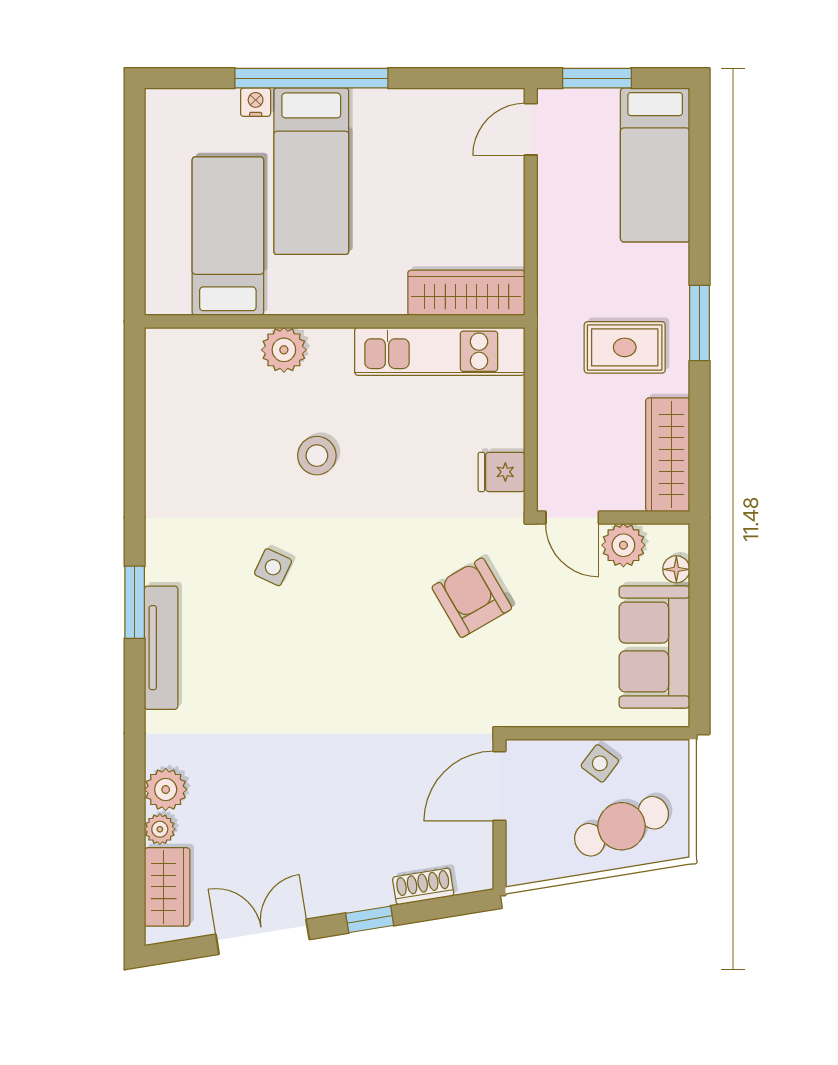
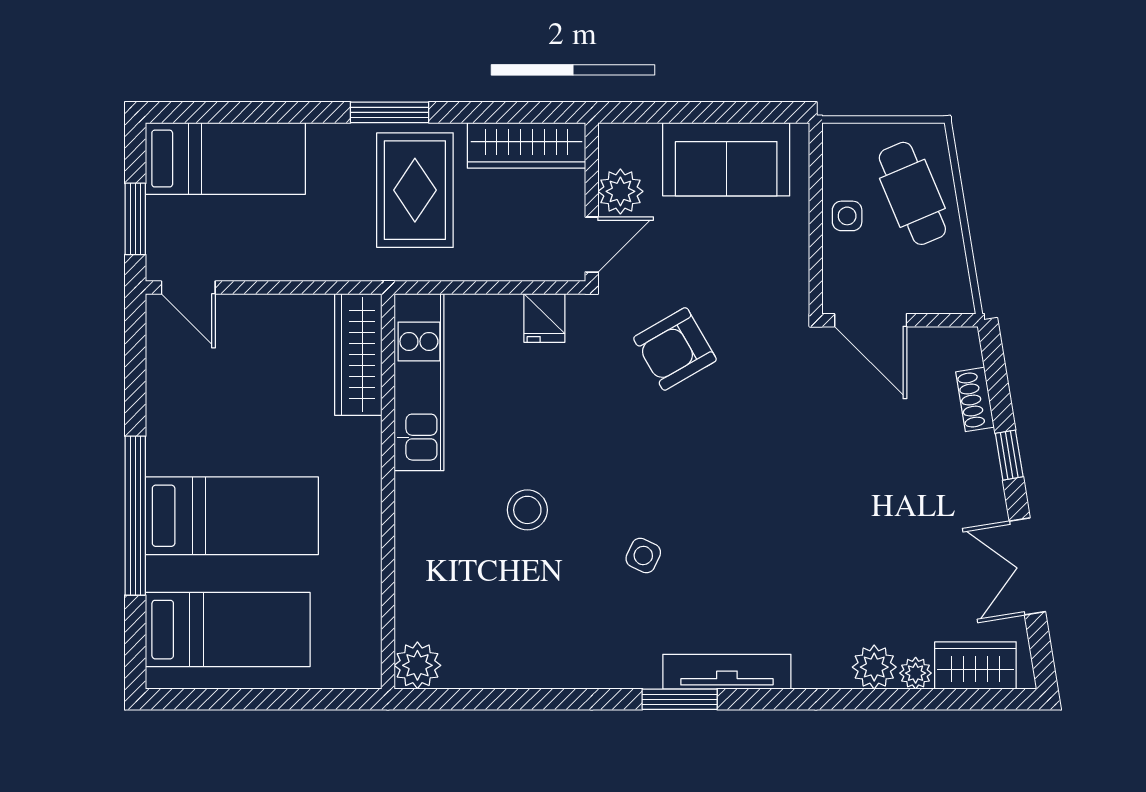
nightstand: (256, 102) -> (160, 574), removed
bed: (228, 236) -> (228, 630), moved, turned 180
rug: (625, 347) -> (415, 190), width x1.36, depth x1.43
plant: (284, 350) -> (417, 665), moved
floor lamp: (676, 569) -> (645, 137), removed
side table: (600, 763) -> (847, 216), turned -37

